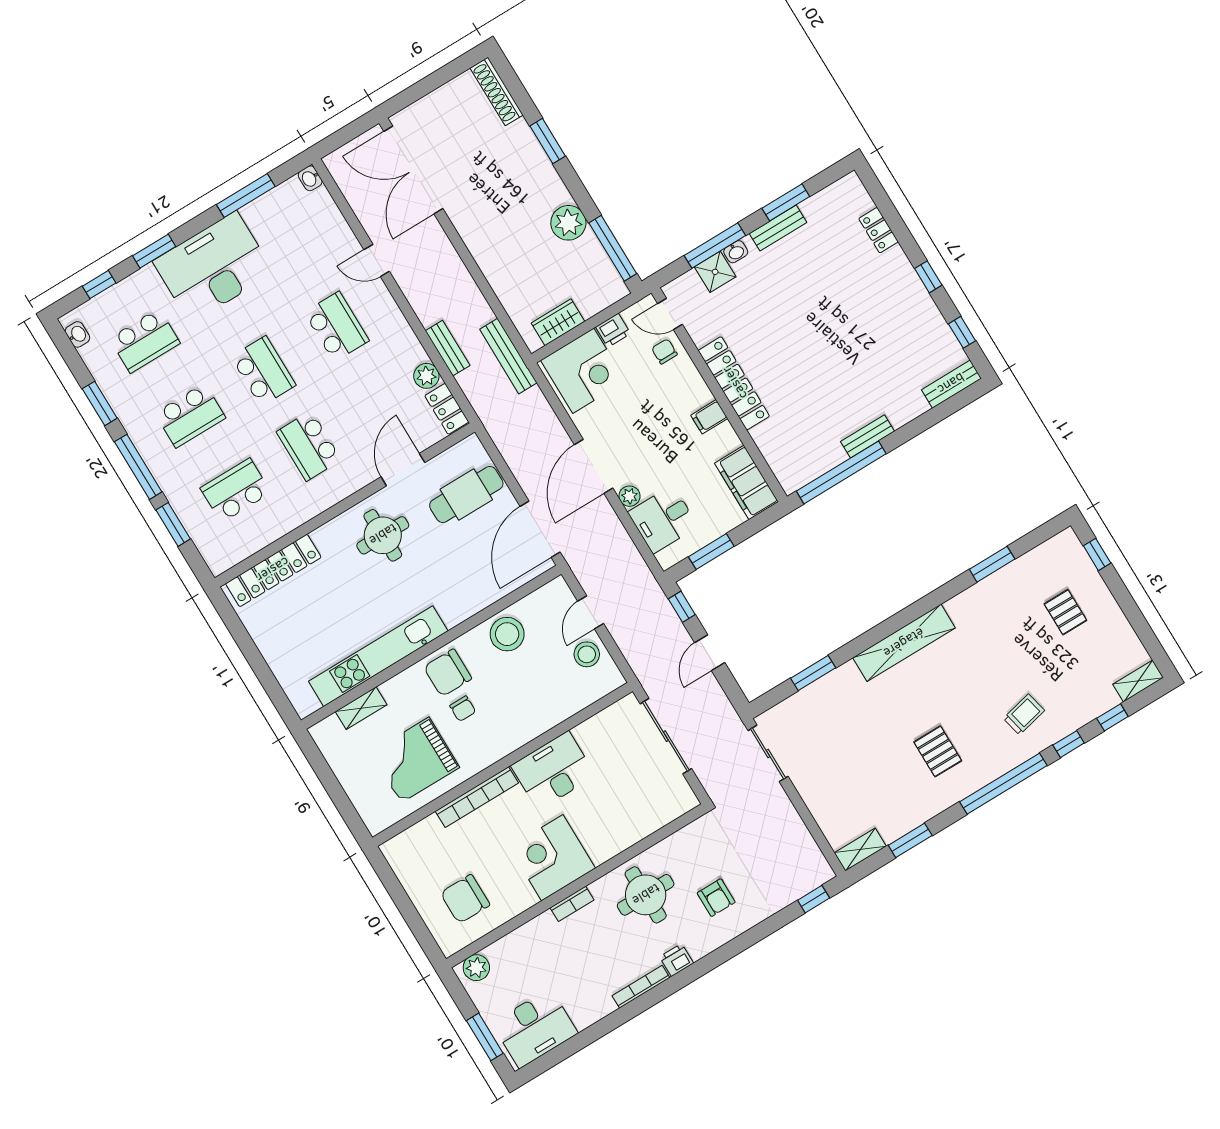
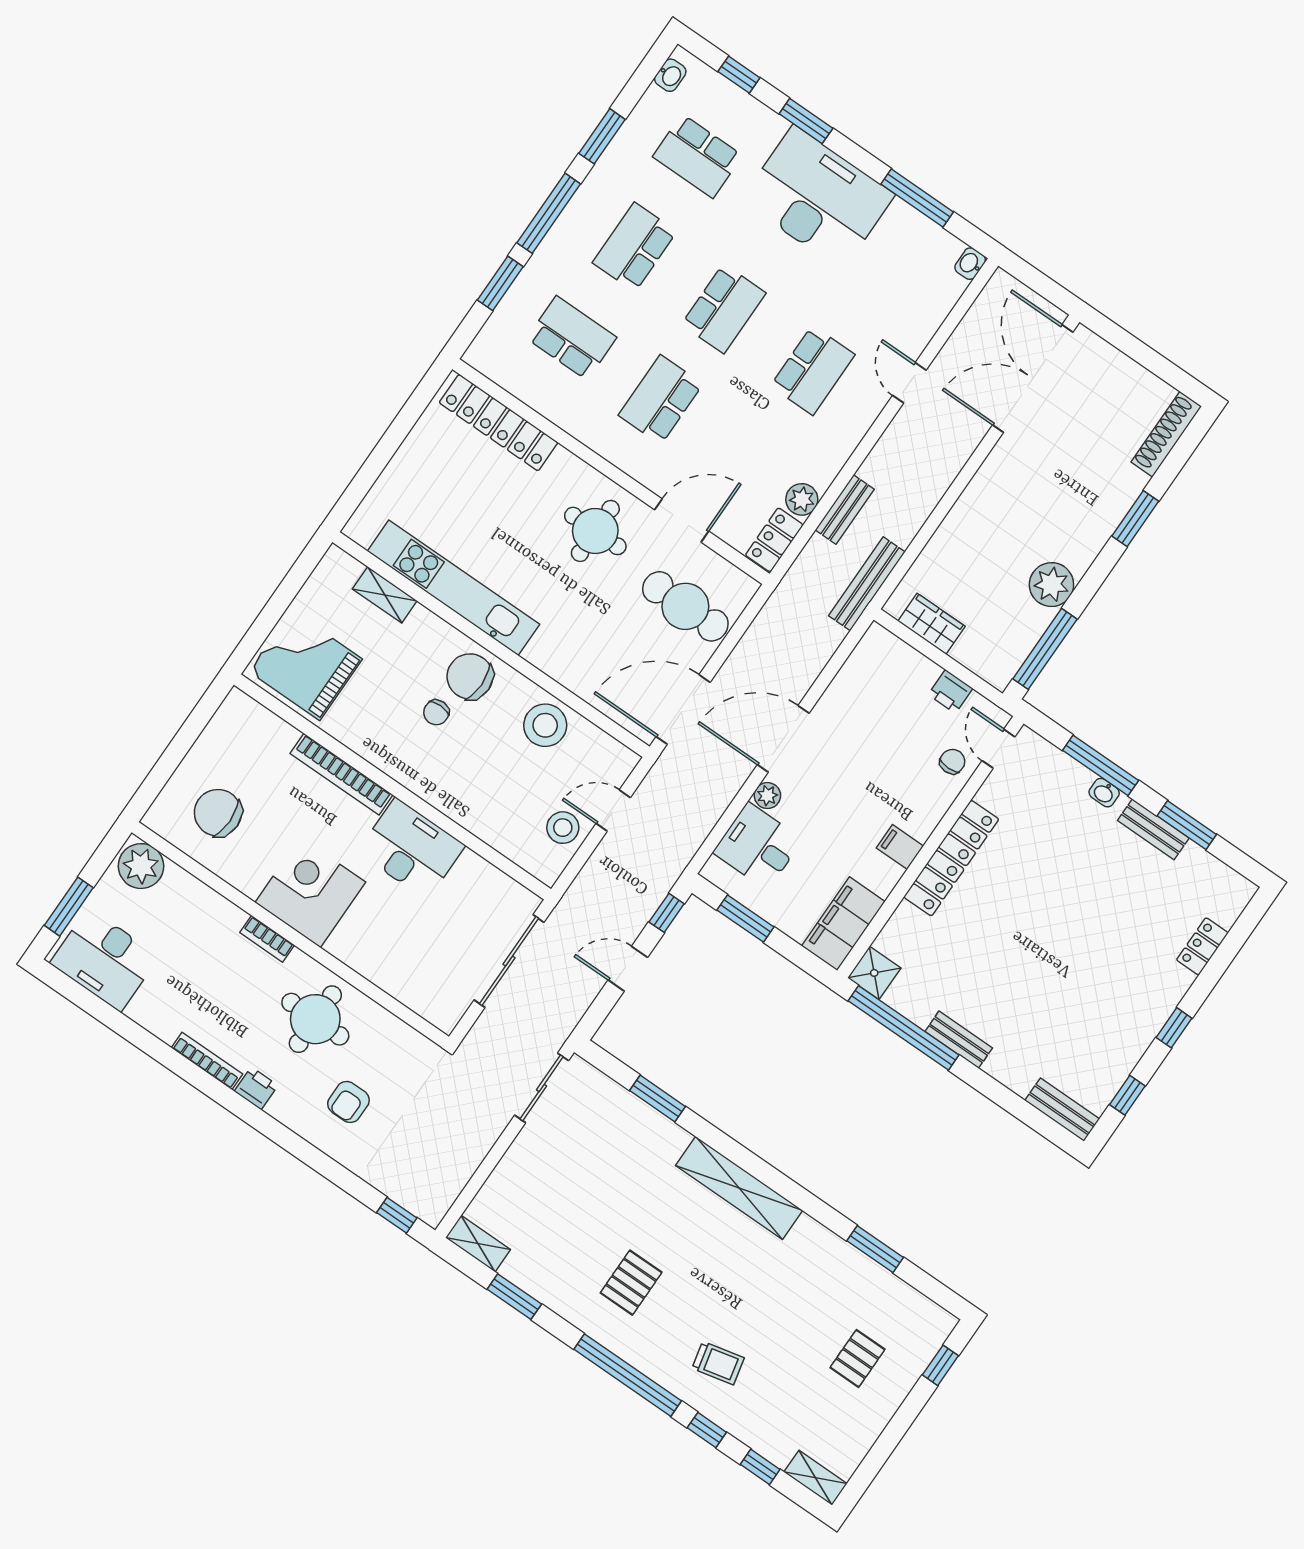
shower: (715, 272) -> (874, 973), moved
corner desk: (583, 371) -> (888, 678), removed
school desk: (190, 416) -> (635, 247), turned 90
grand piano: (415, 760) -> (306, 665), moved
plant: (476, 968) -> (141, 866), width x1.36, depth x1.36

